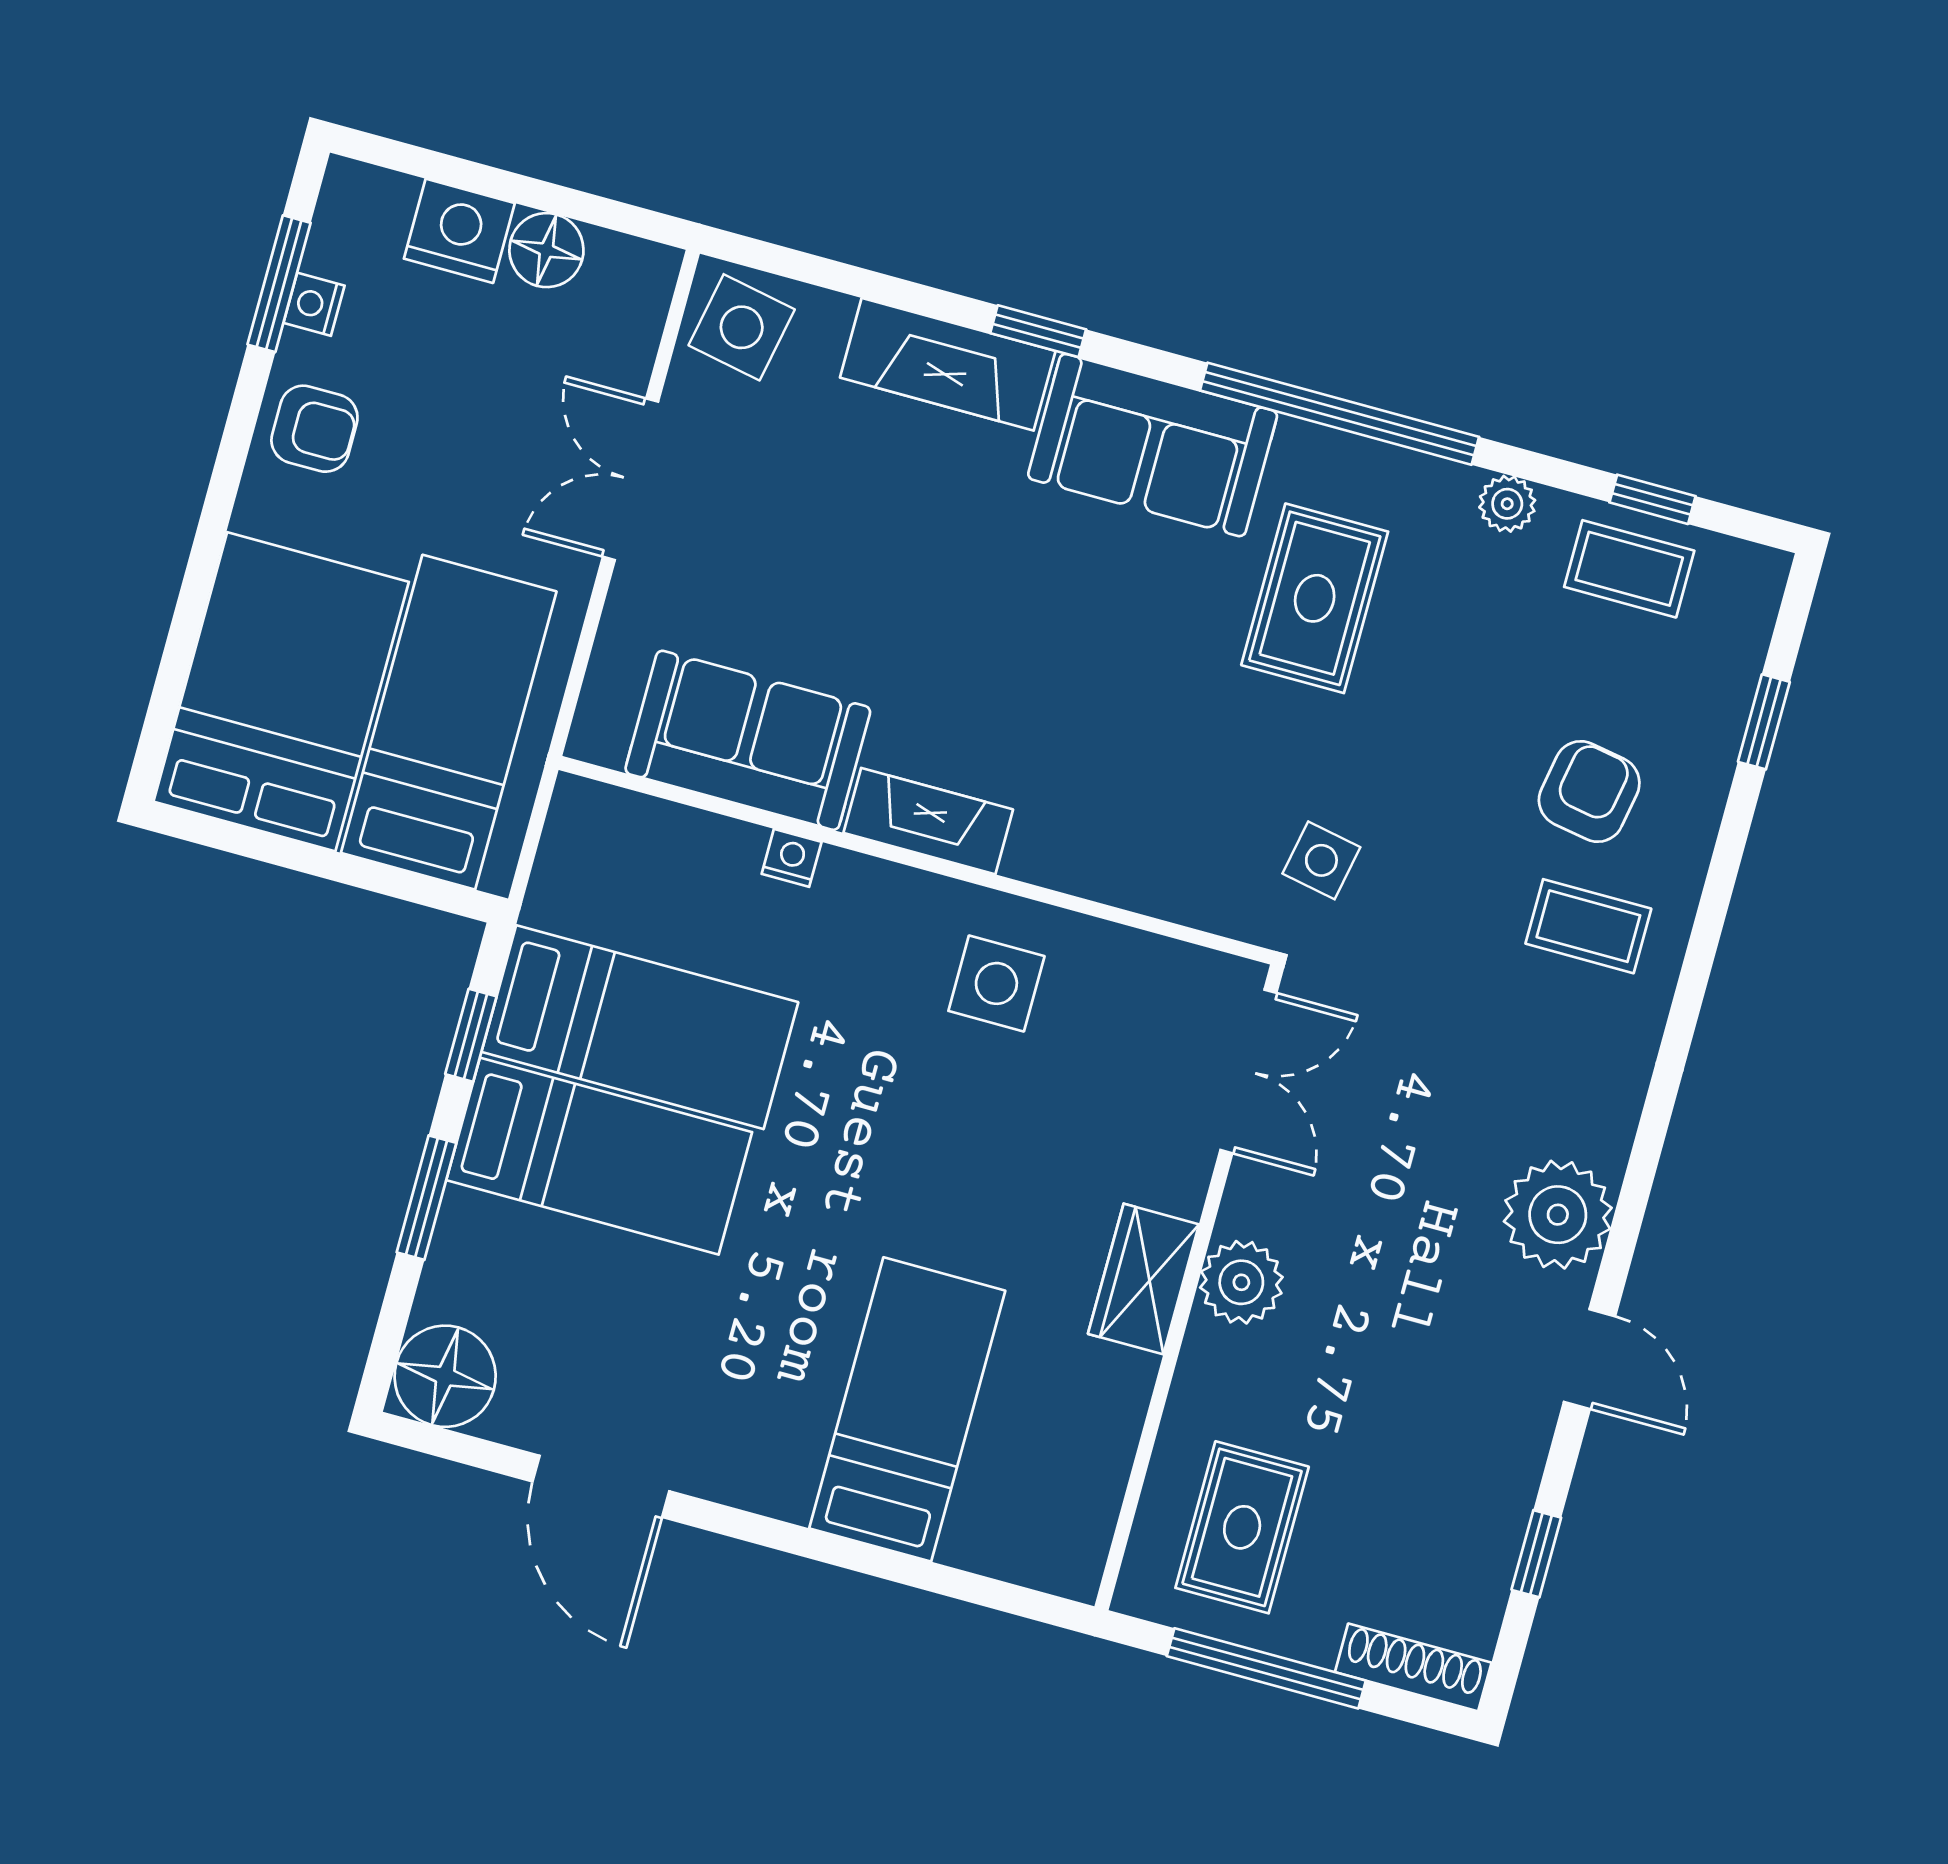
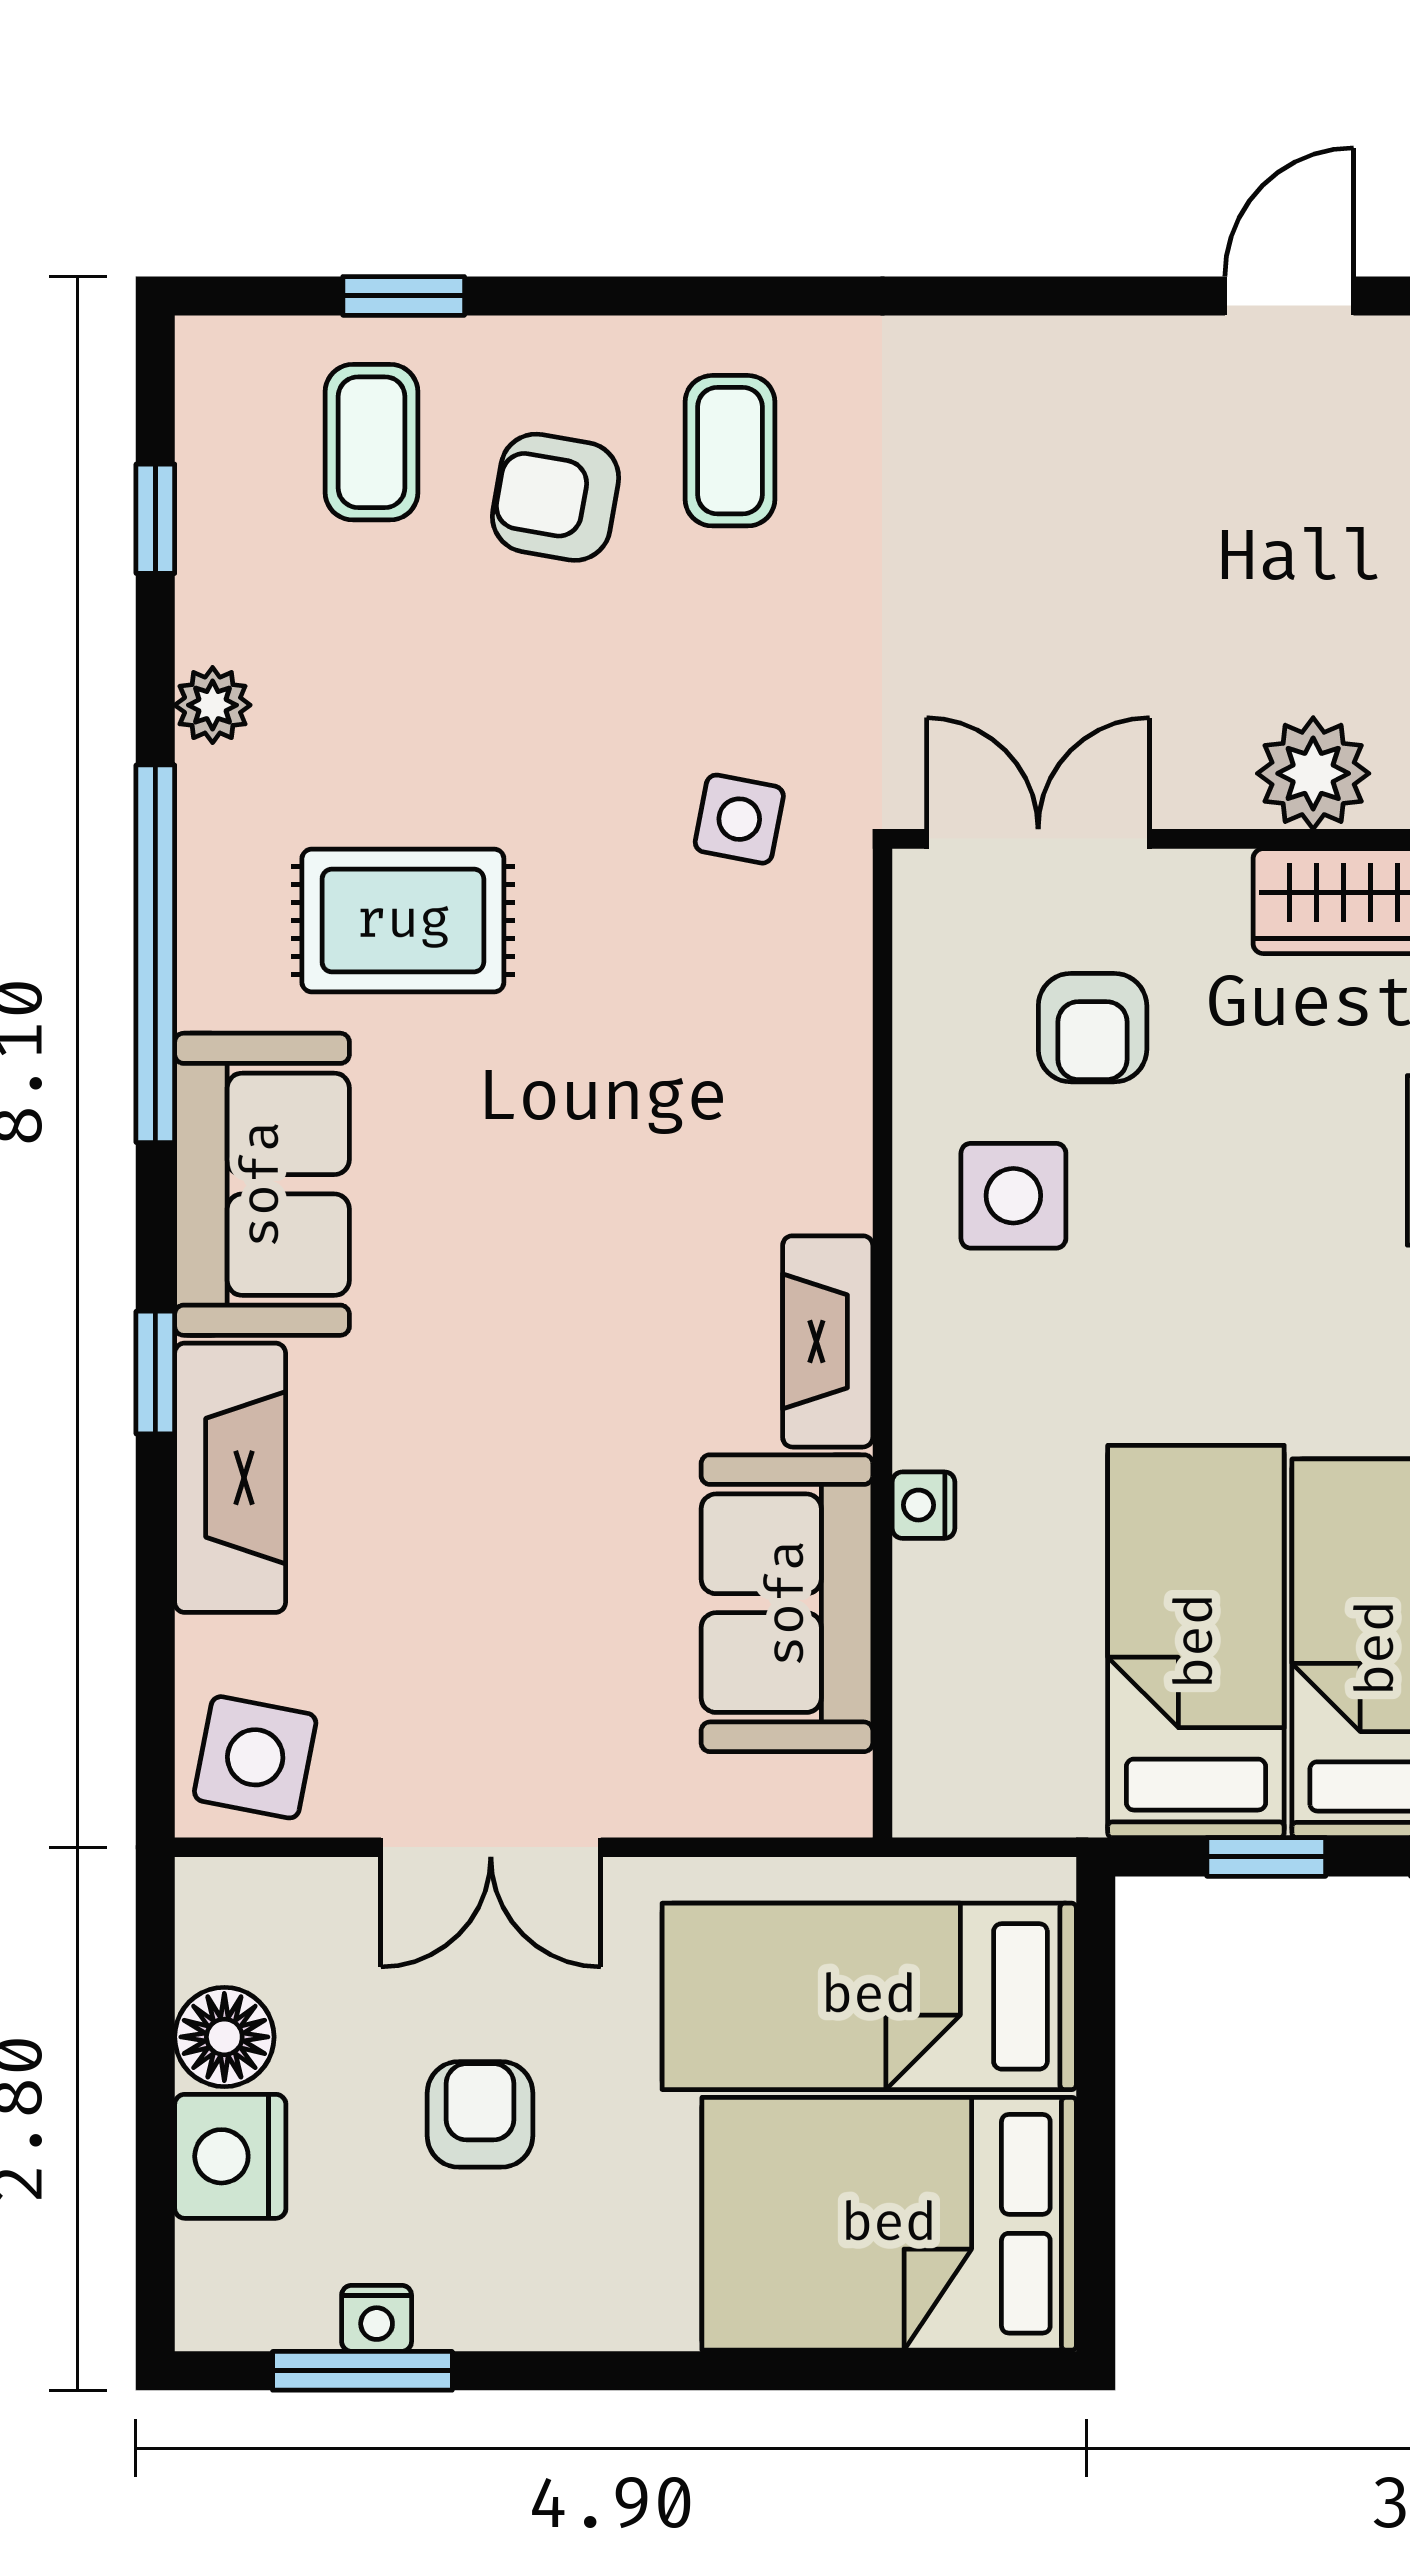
armchair: (314, 429) -> (480, 2114), moved
coffee table: (1629, 569) -> (372, 442), moved
armchair: (1102, 1073) -> (1093, 1028), added
plant: (1558, 1215) -> (1114, 388), removed

